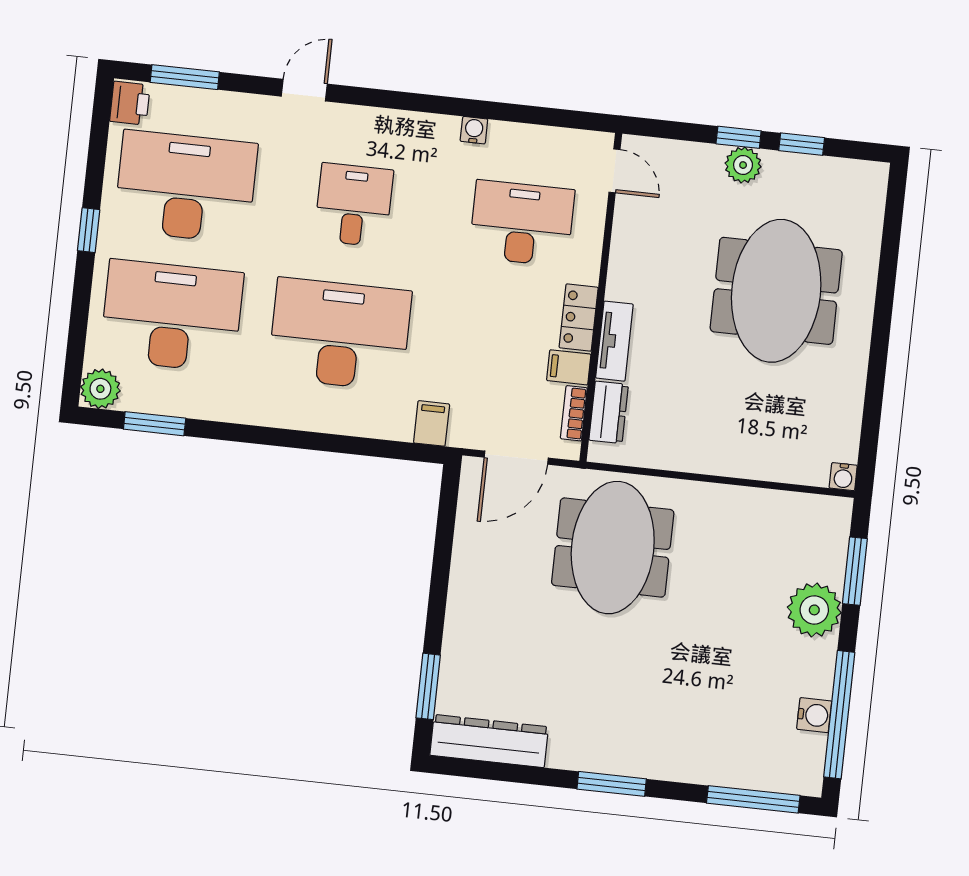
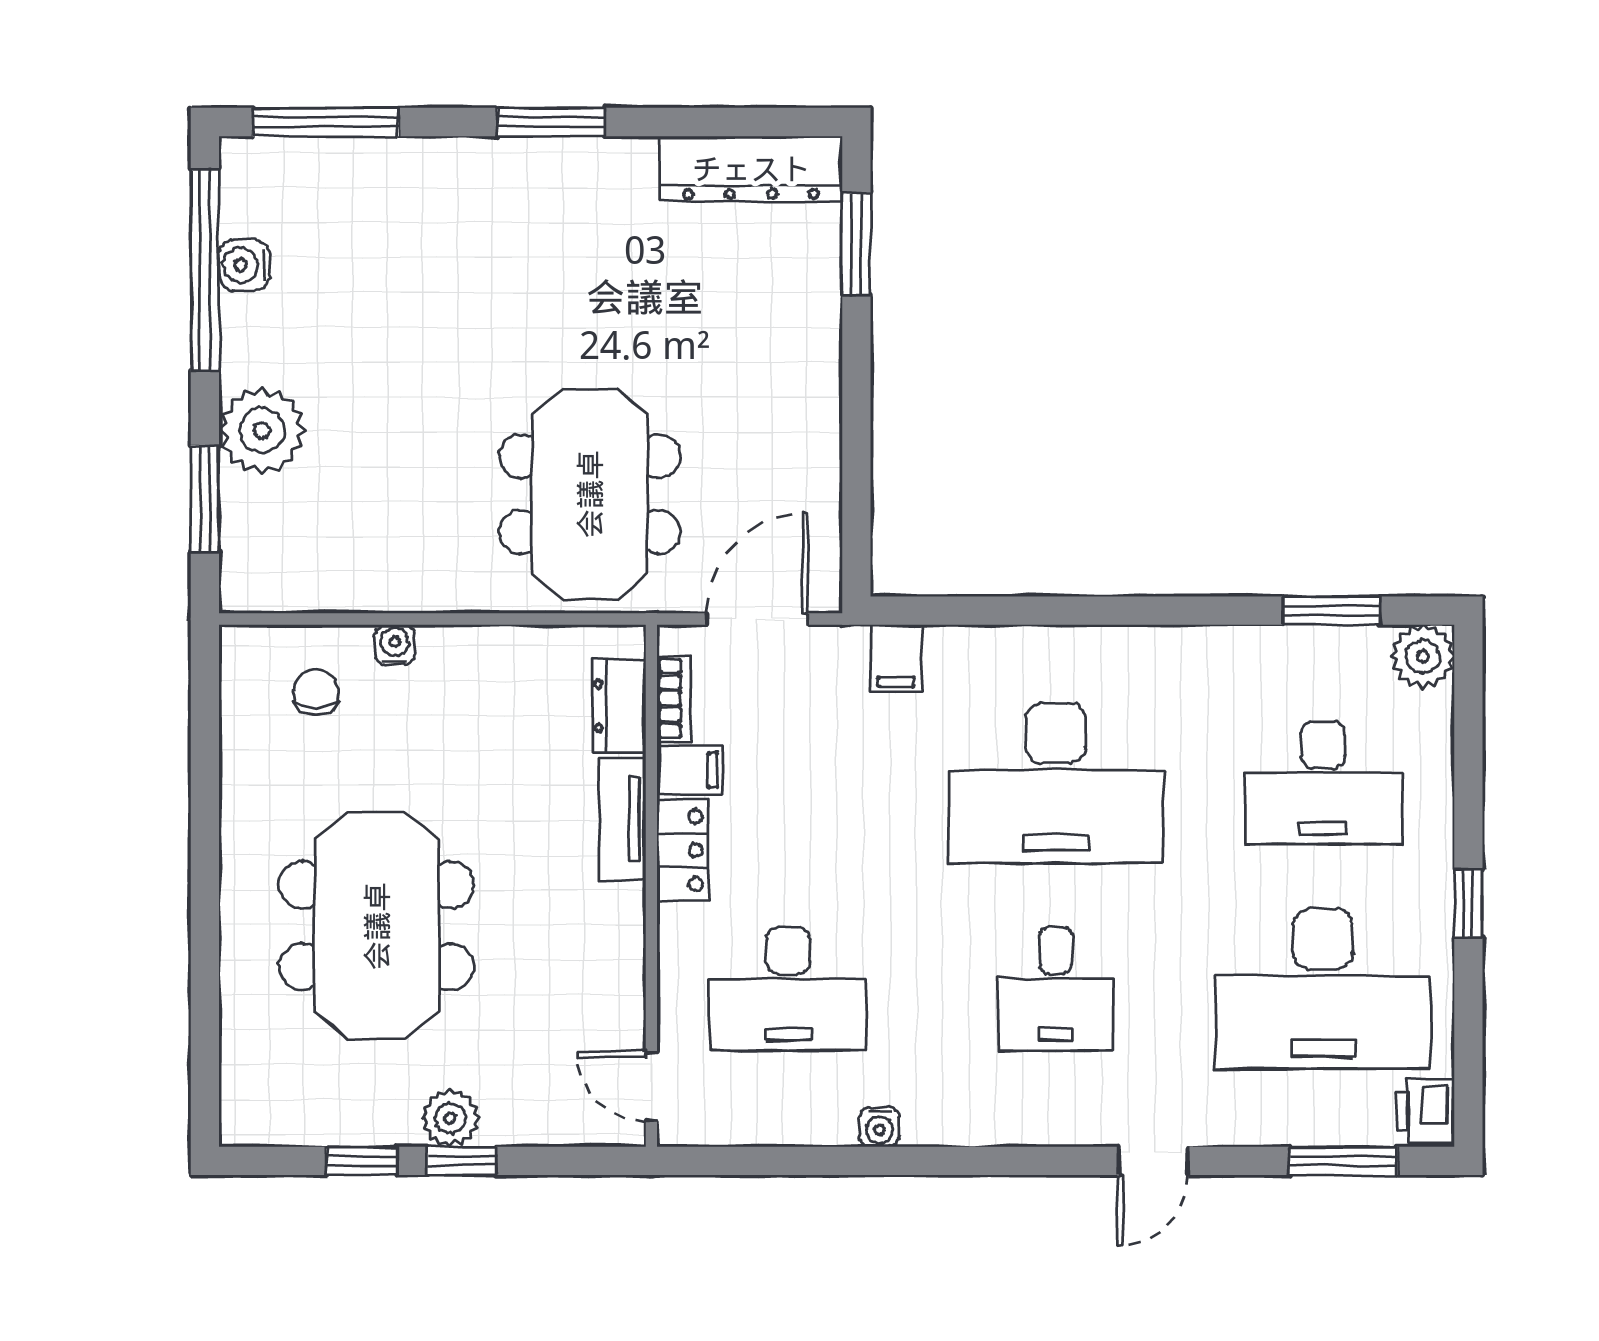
desk: (172, 316) -> (1323, 783), width x0.73, depth x0.77
chair: (798, 442) -> (316, 692), added
water cooler: (843, 477) -> (395, 645), moved

